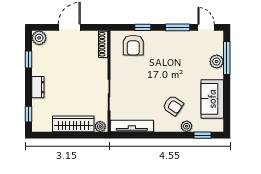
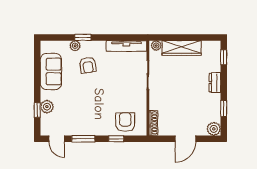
window: (227, 58) -> (37, 110), width x0.46
armchair: (173, 106) -> (88, 65), turned -132
window: (203, 135) -> (83, 37), moved

